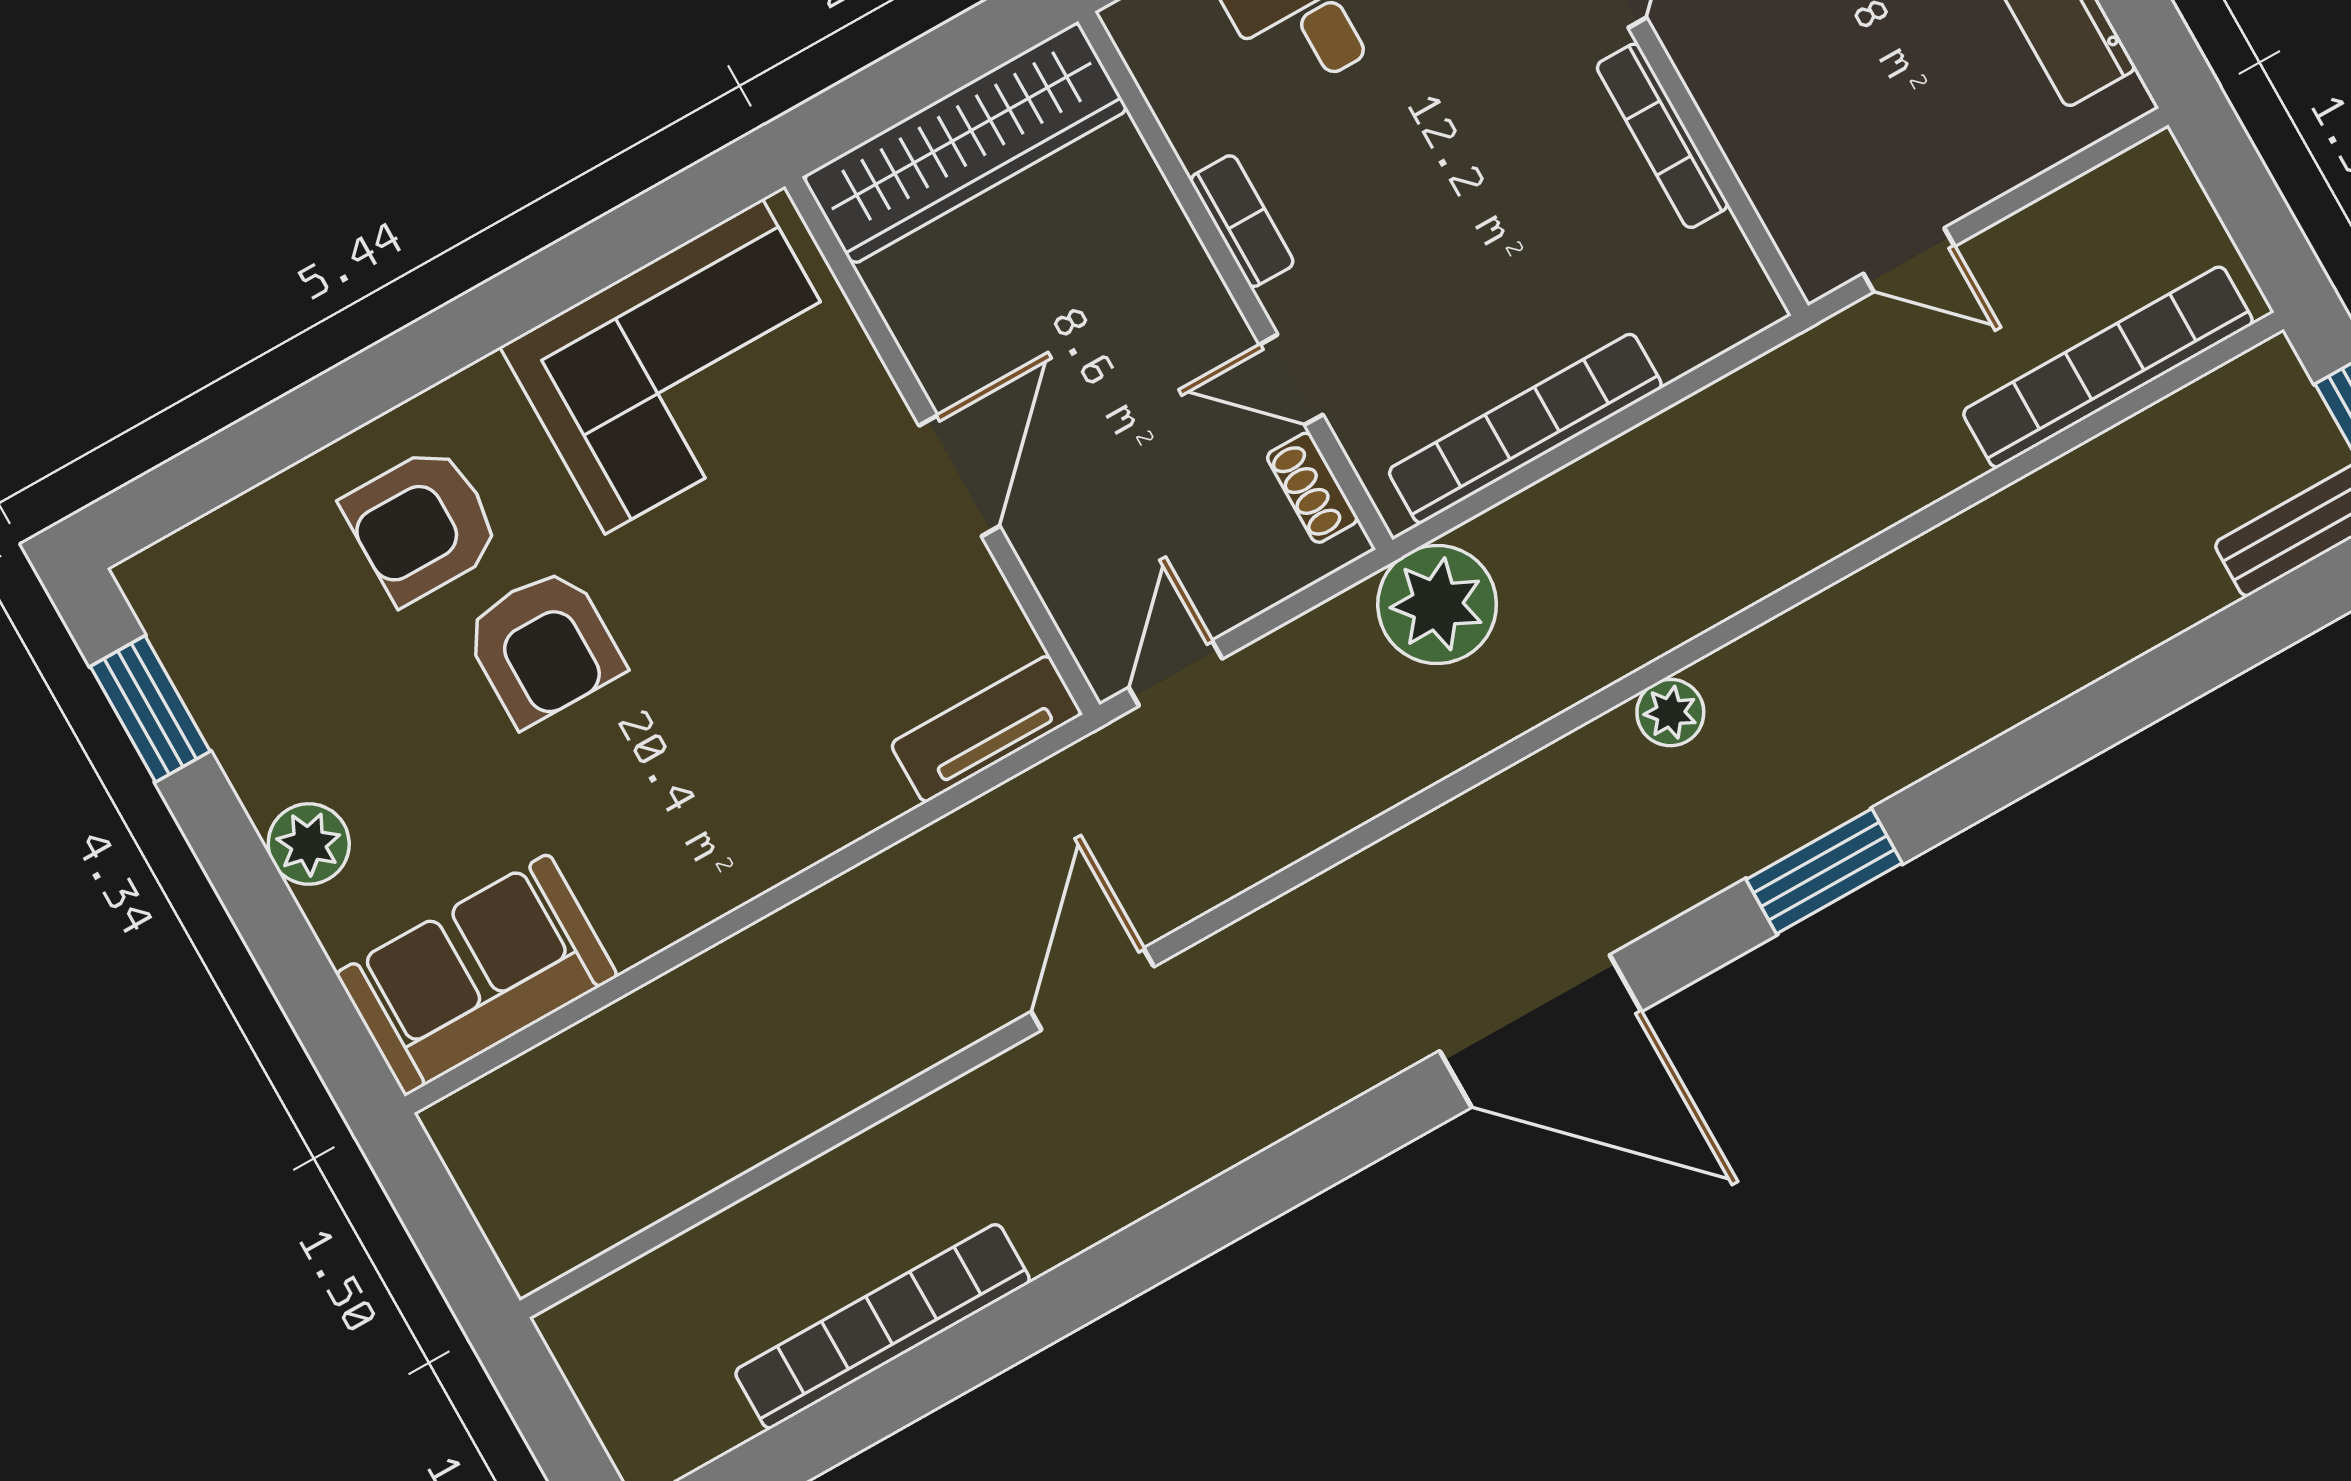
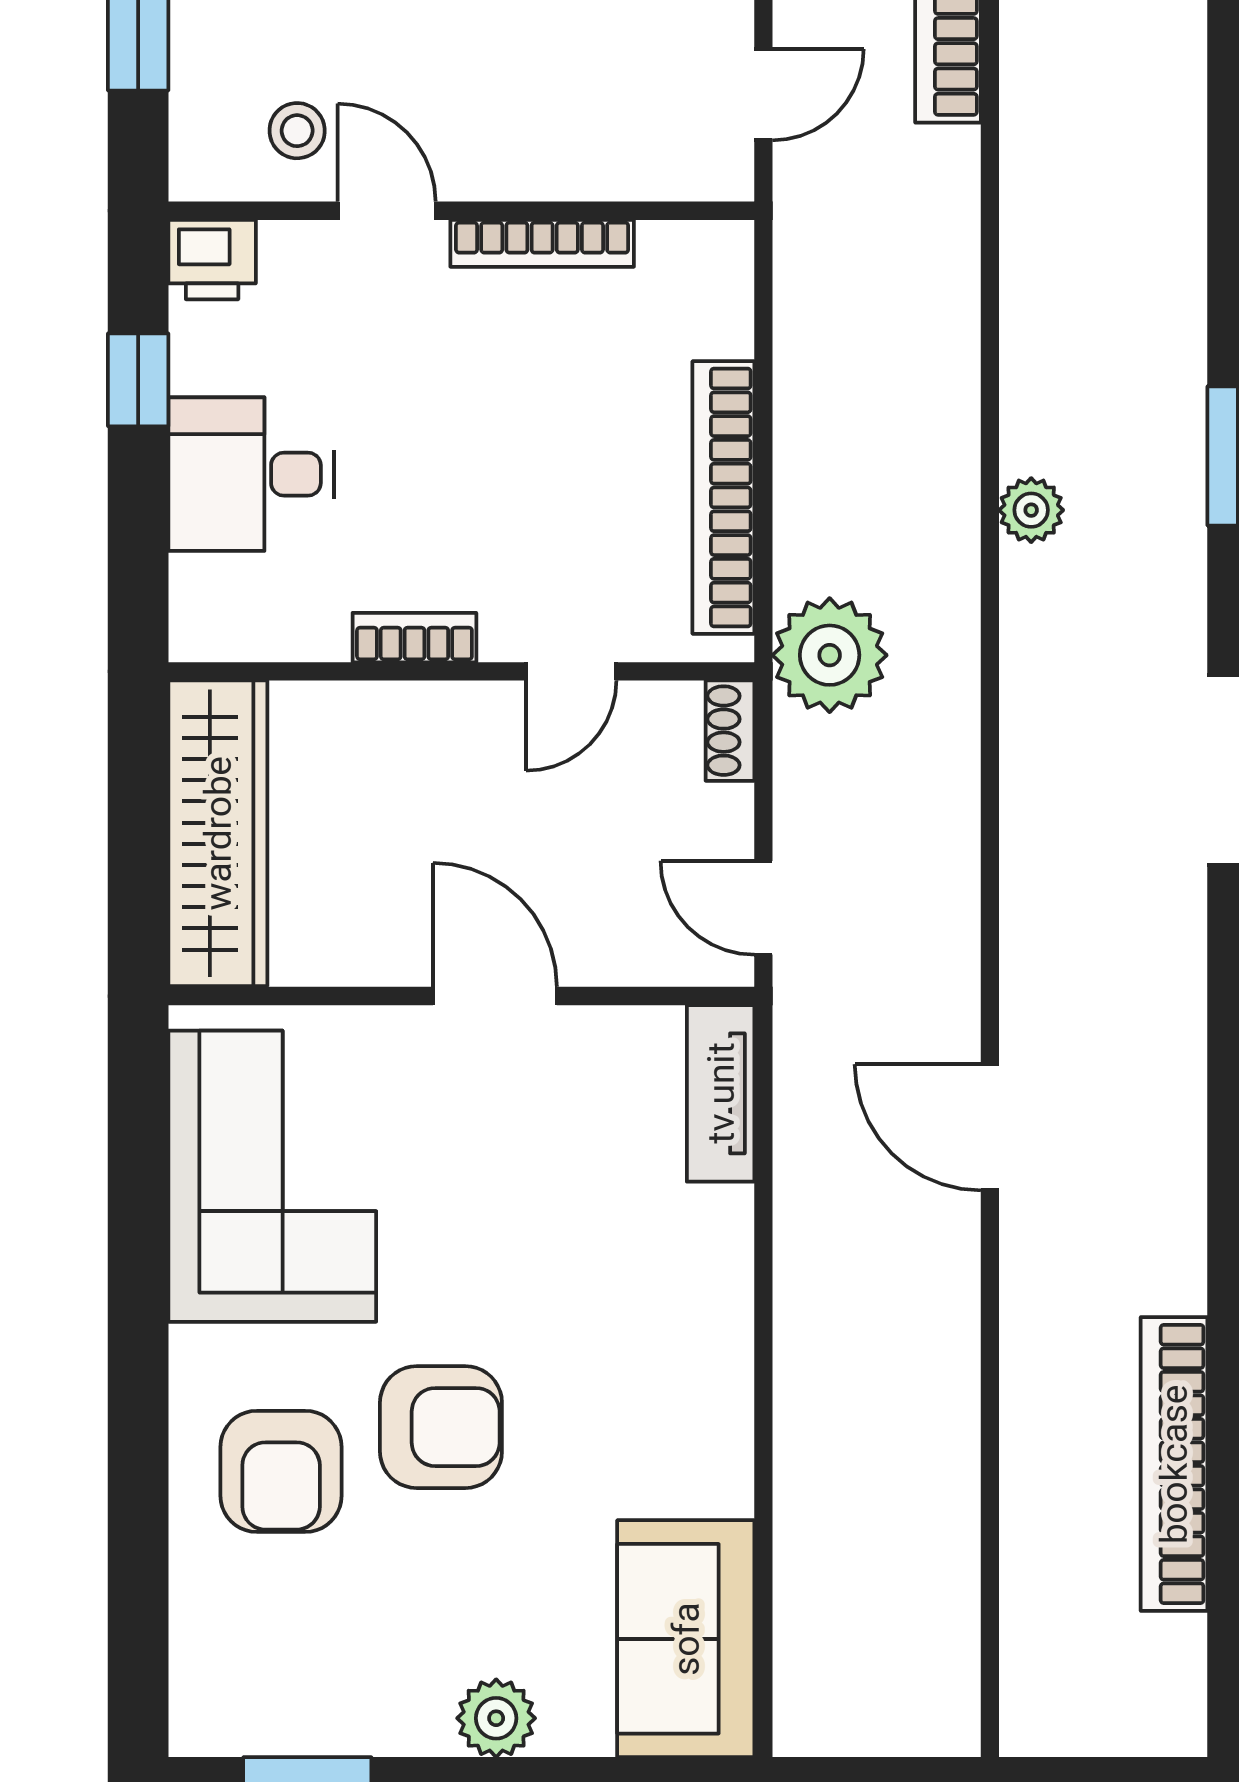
shoe rack: (1312, 488) -> (730, 731), moved, turned 90

